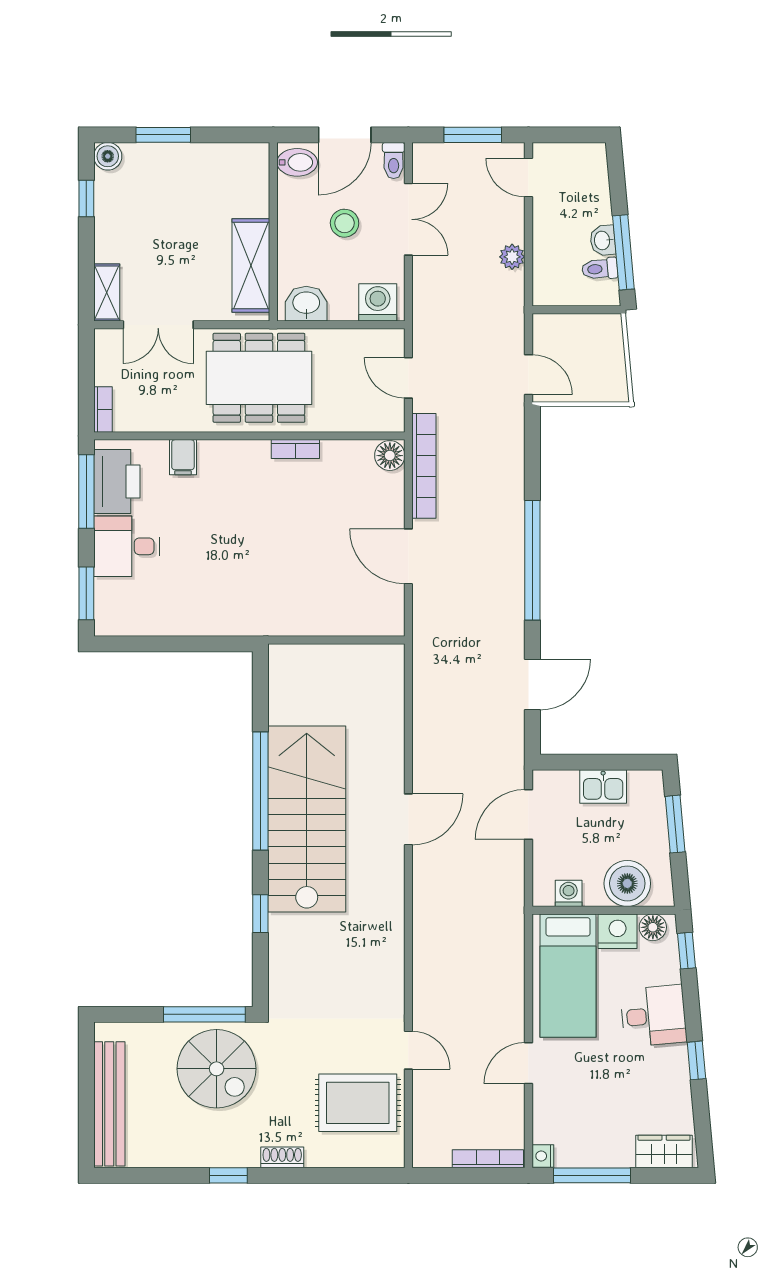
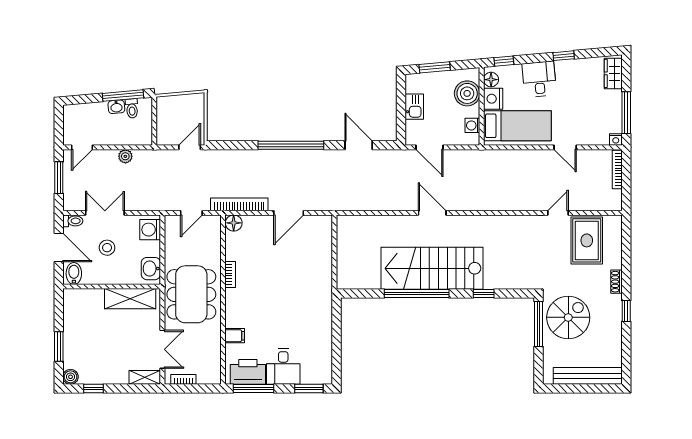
bookcase: (103, 409) -> (183, 379), moved

